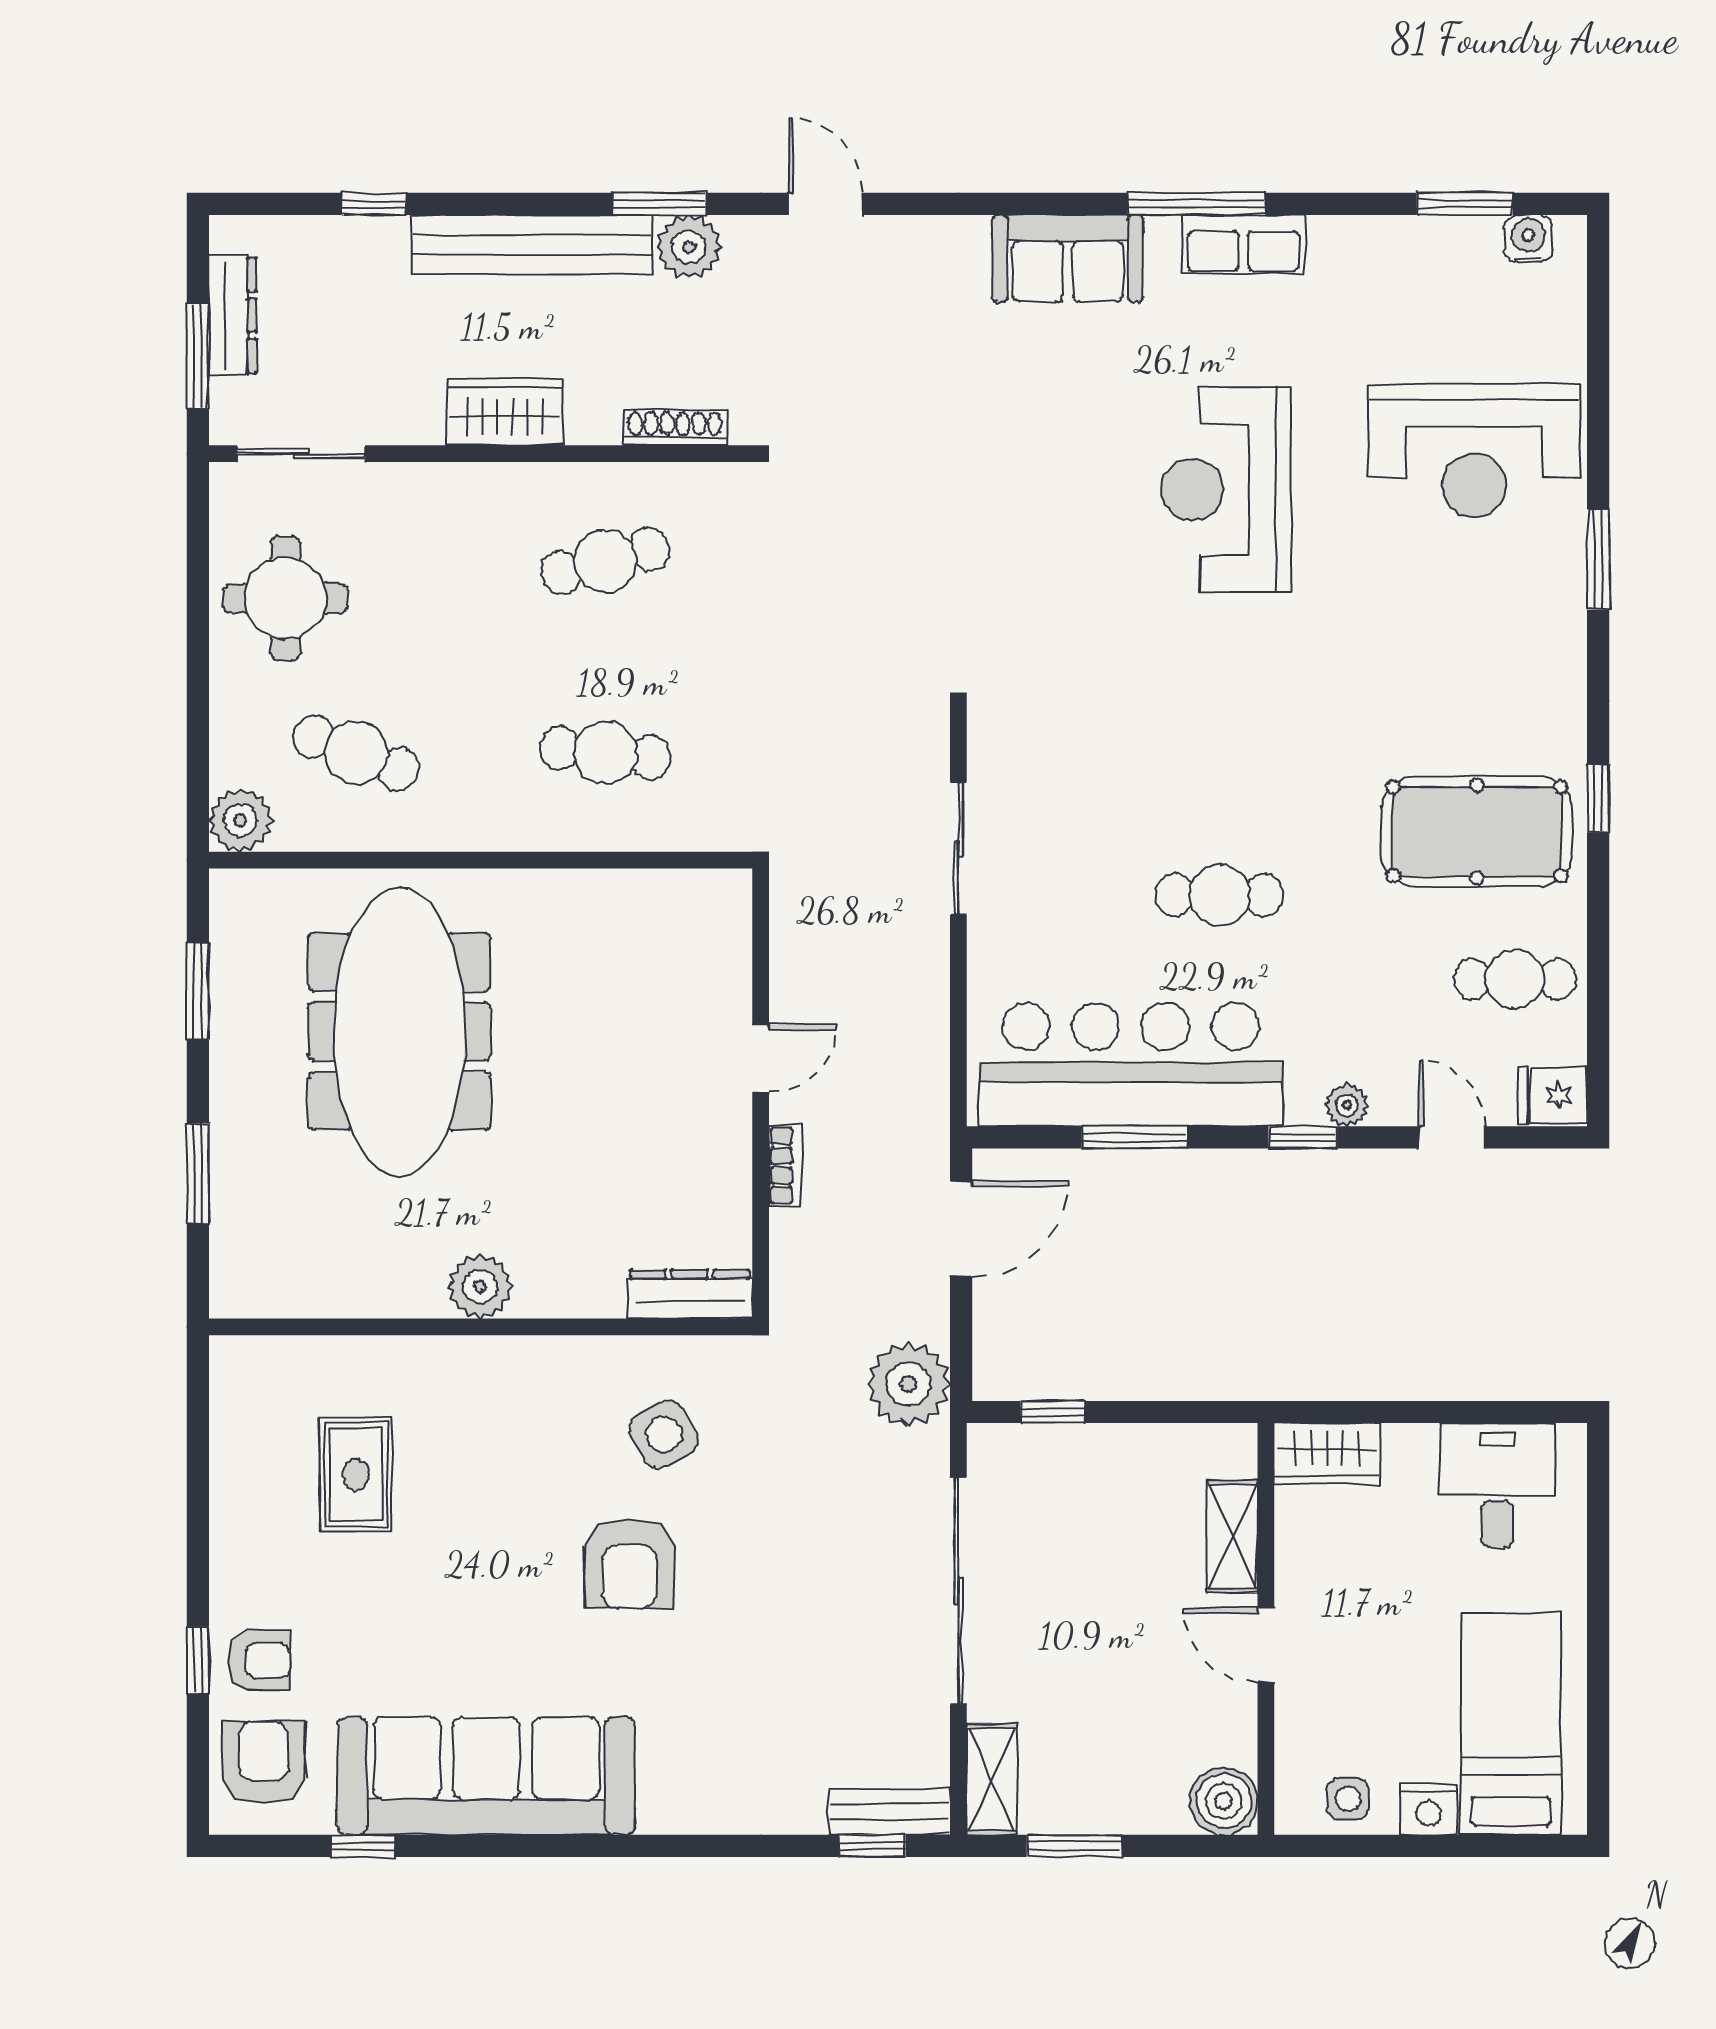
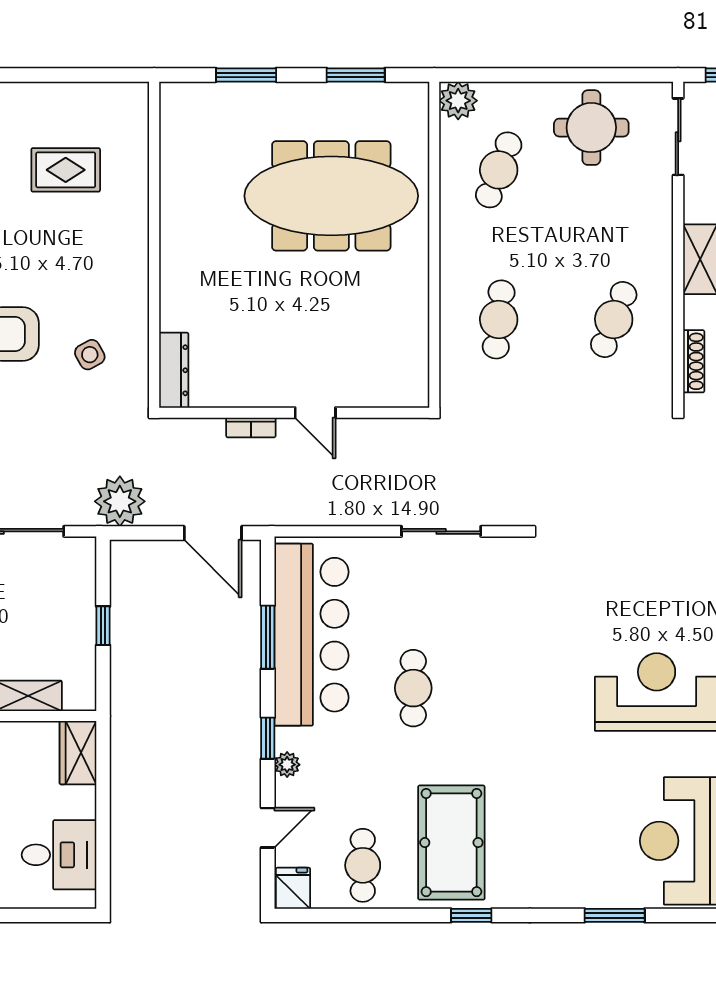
cafe table: (605, 561) -> (614, 319), turned 36
plant: (480, 1287) -> (178, 244), removed
window: (1053, 1412) -> (103, 626), moved
side table: (664, 1434) -> (90, 355), width x0.73, depth x0.73

